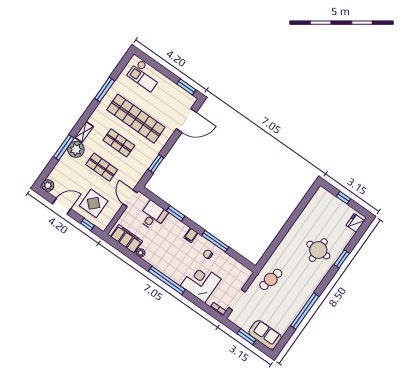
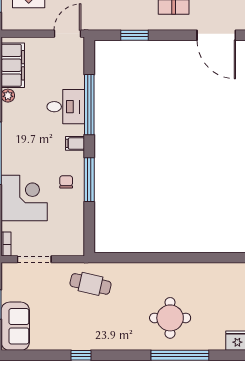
window: (176, 213) -> (89, 105), width x2.11
desk: (153, 216) -> (66, 107), moved
window: (342, 259) -> (180, 355), width x2.11
window: (305, 311) -> (81, 355), width x0.32

